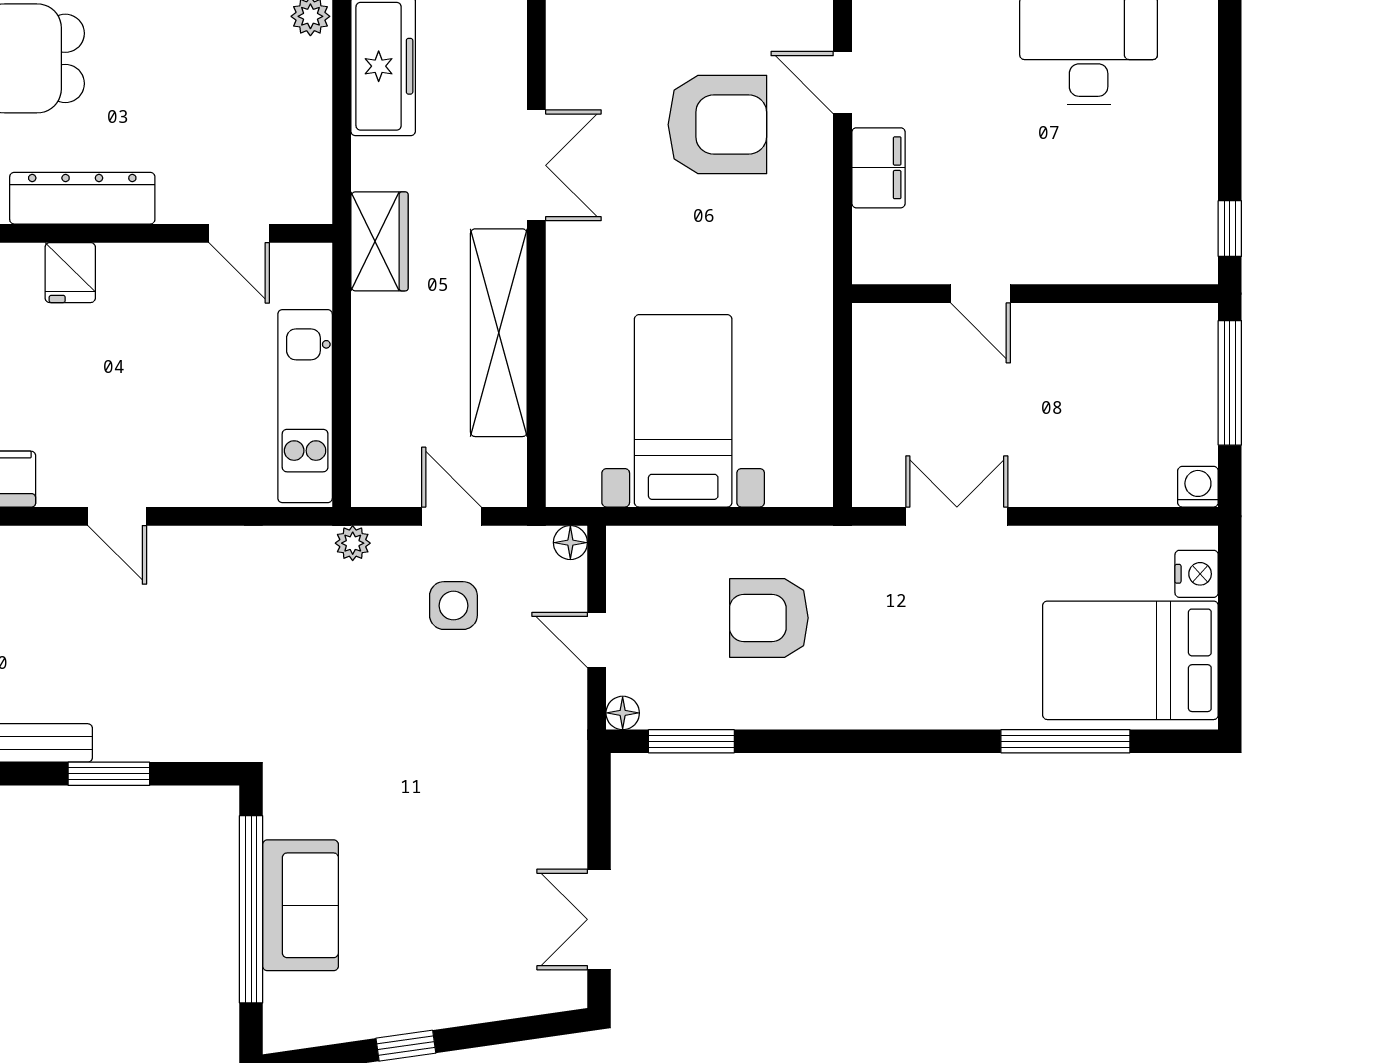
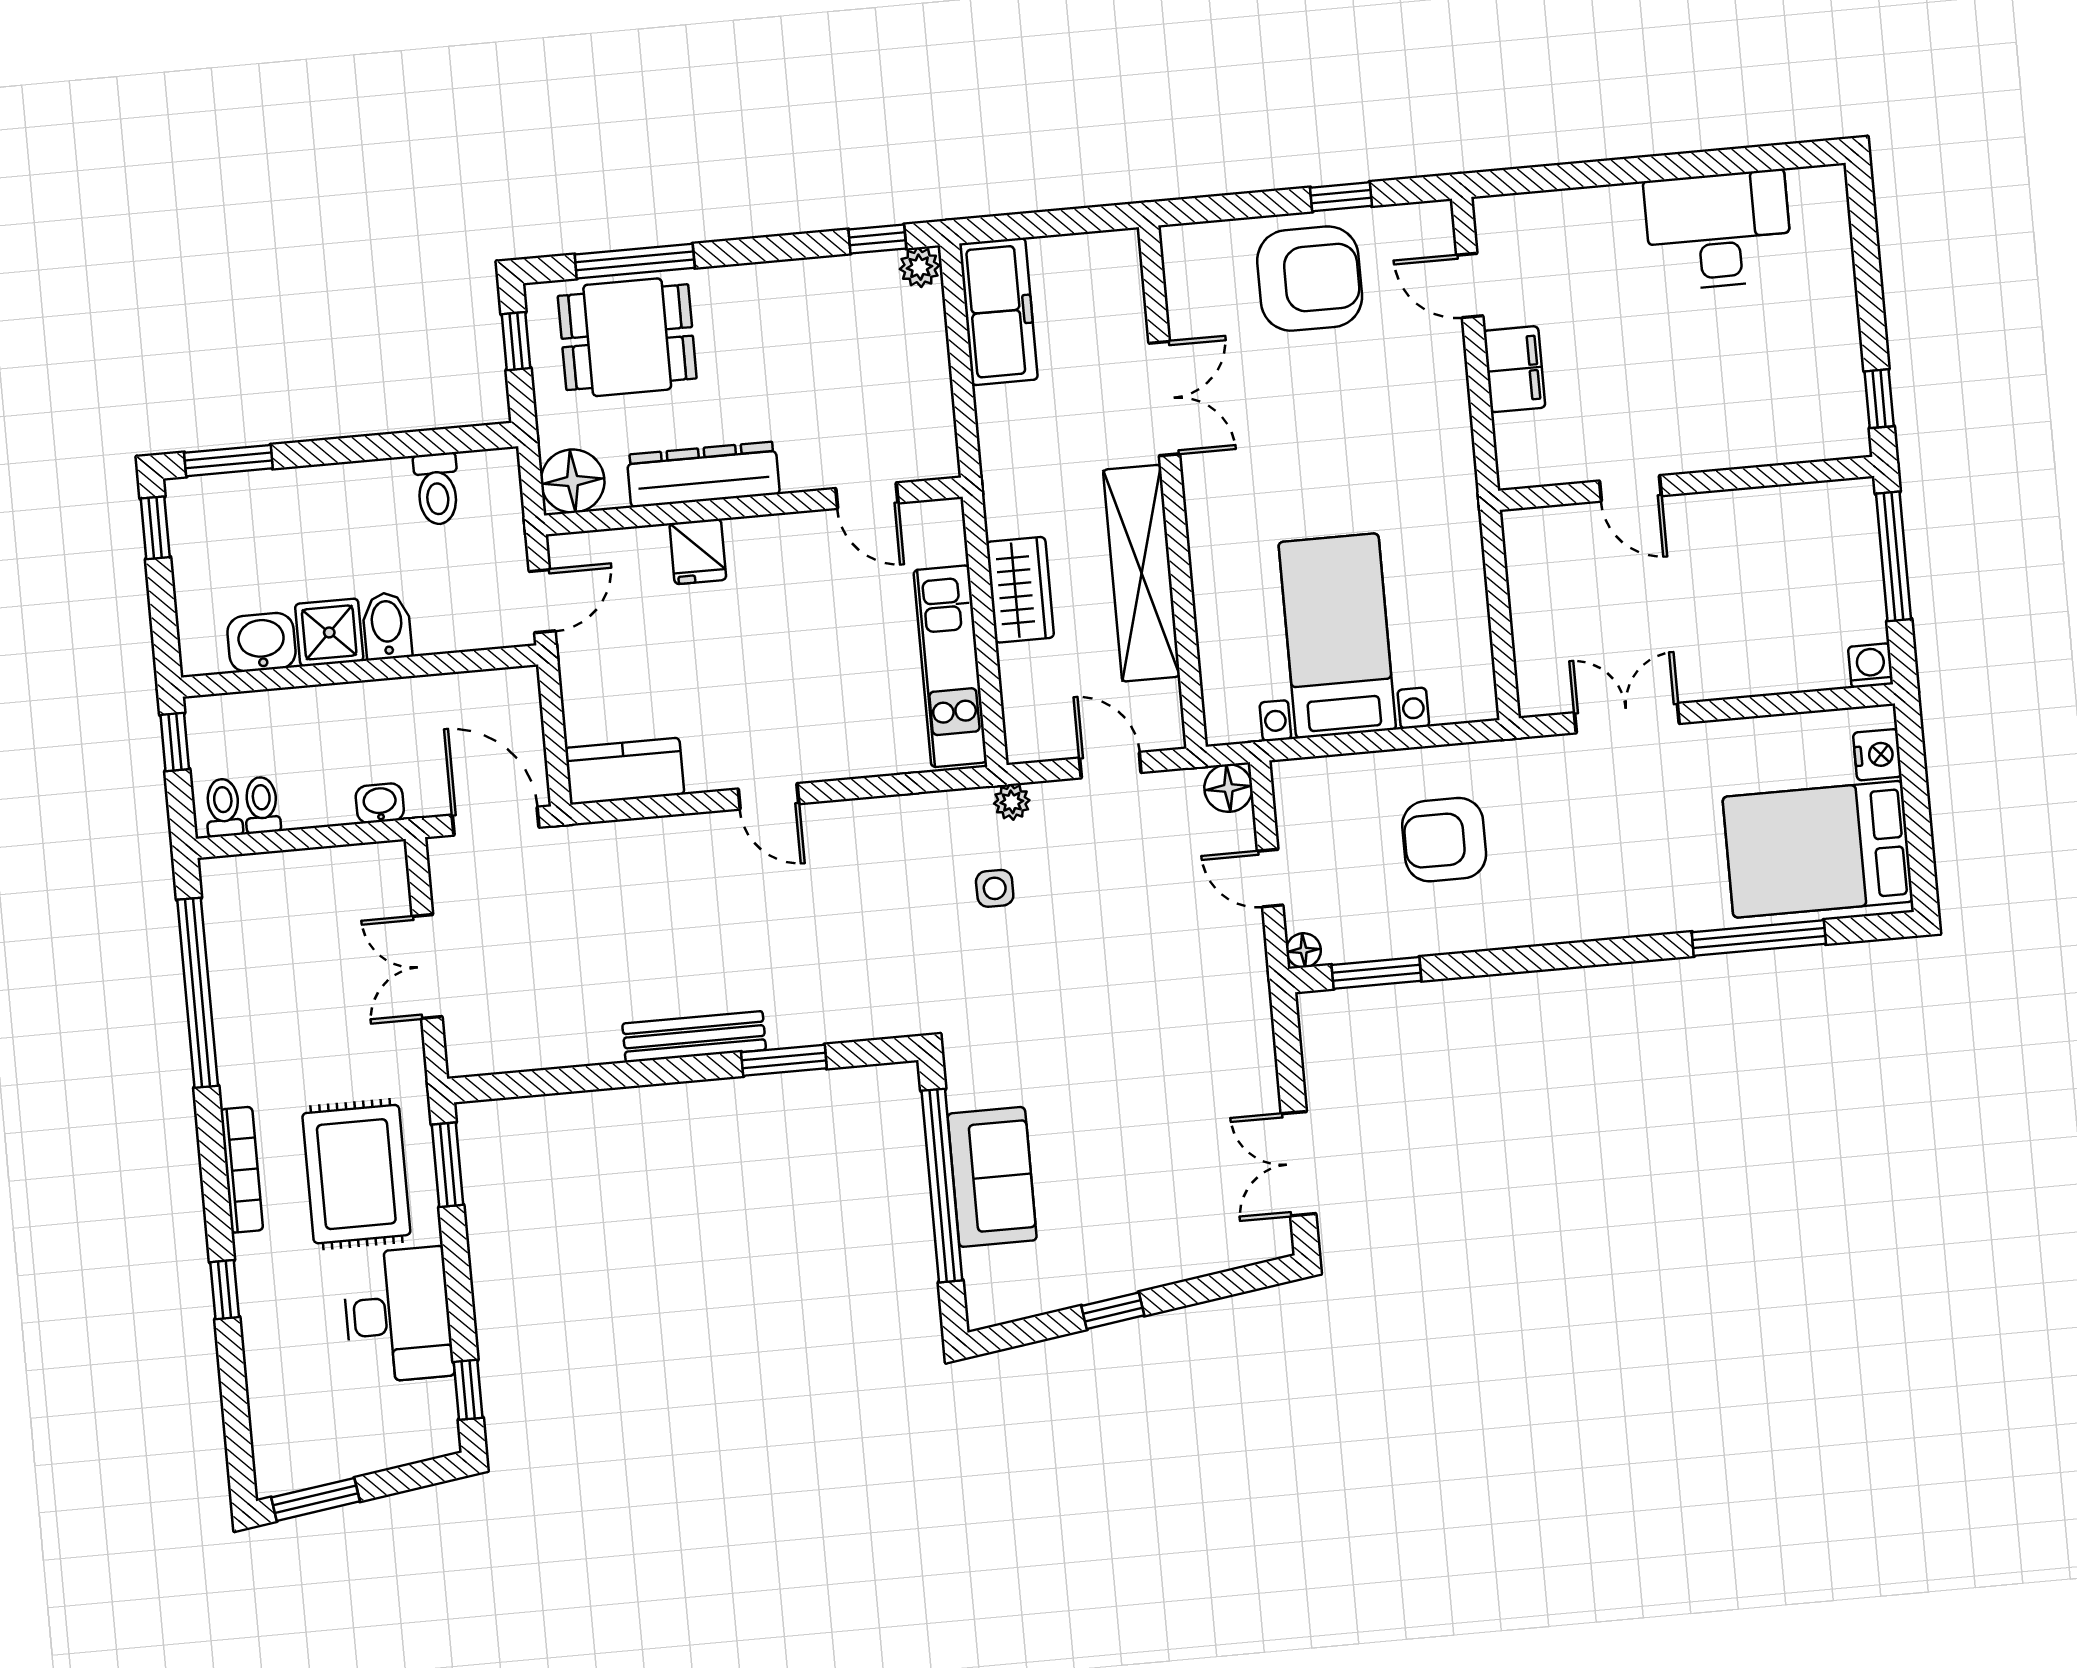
armchair: (717, 125) -> (1310, 279), moved
wardrobe: (380, 241) -> (1020, 590), moved
floor lamp: (570, 543) -> (1228, 788), width x1.37, depth x1.37
side table: (453, 606) -> (995, 888), moved, width x0.73, depth x0.73

